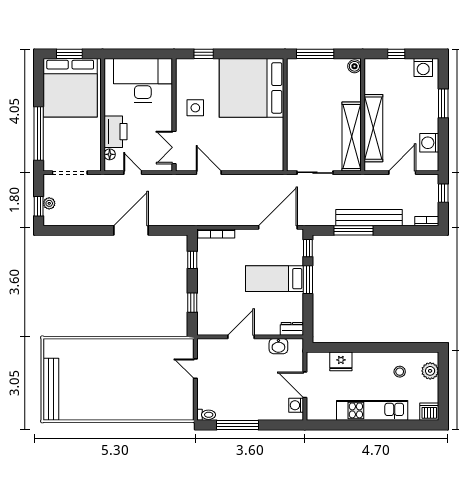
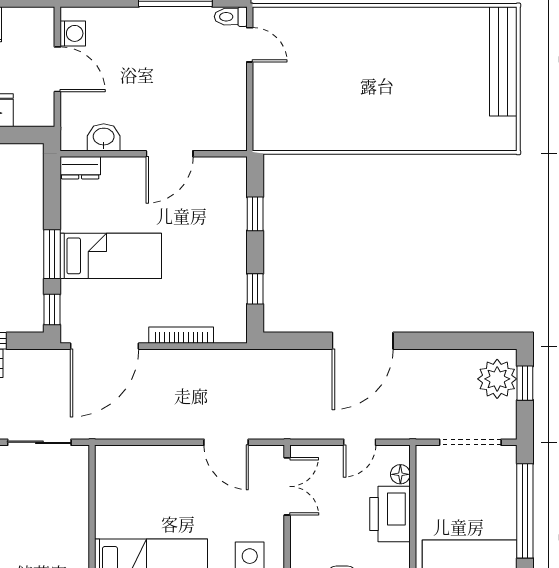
door: (133, 173) -> (360, 442), hinge flipped
plant: (49, 203) -> (497, 379), width x1.88, depth x1.88
bookcase: (216, 234) -> (181, 335), moved
door: (195, 369) -> (250, 45), moved

